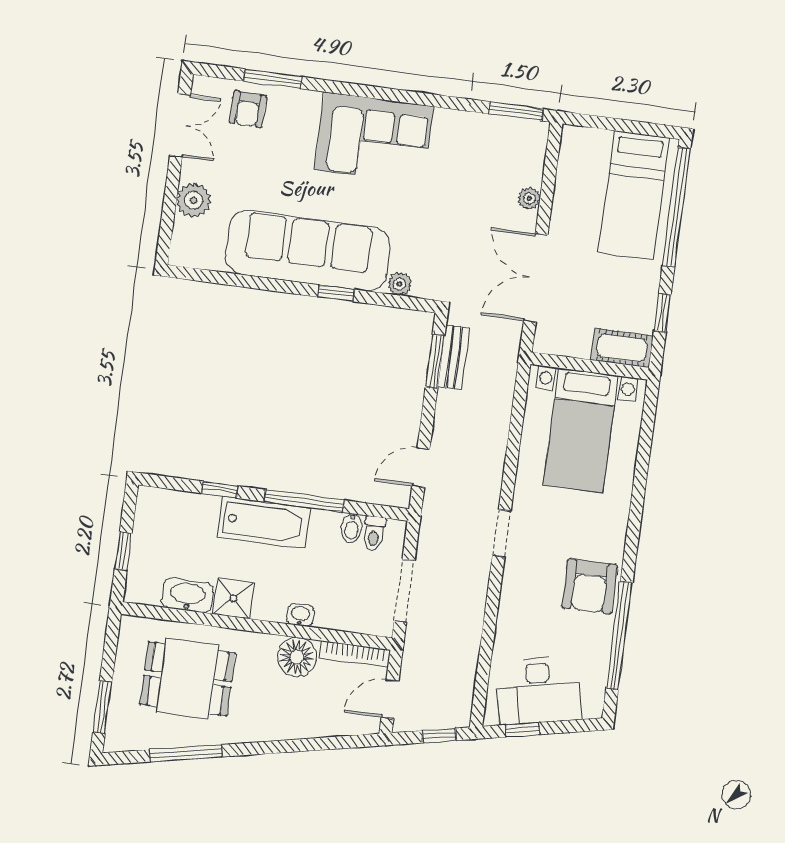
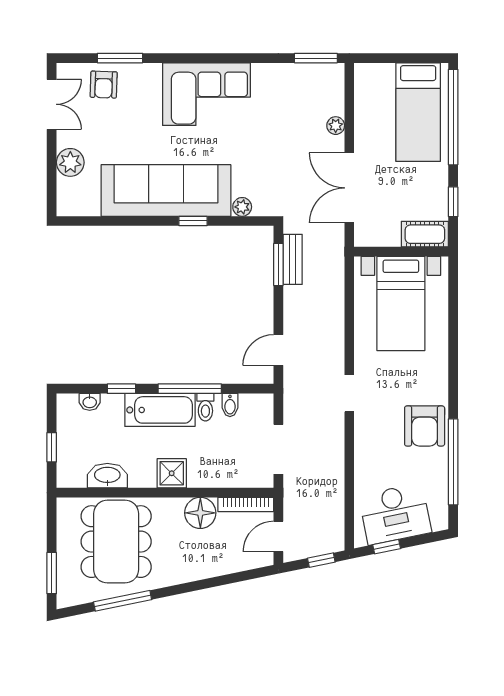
toilet: (374, 534) -> (205, 407), moved
shower: (233, 598) -> (172, 473), moved
washbasin: (300, 615) -> (90, 402), moved, turned 180
dining table: (188, 679) -> (116, 542), width x1.38

